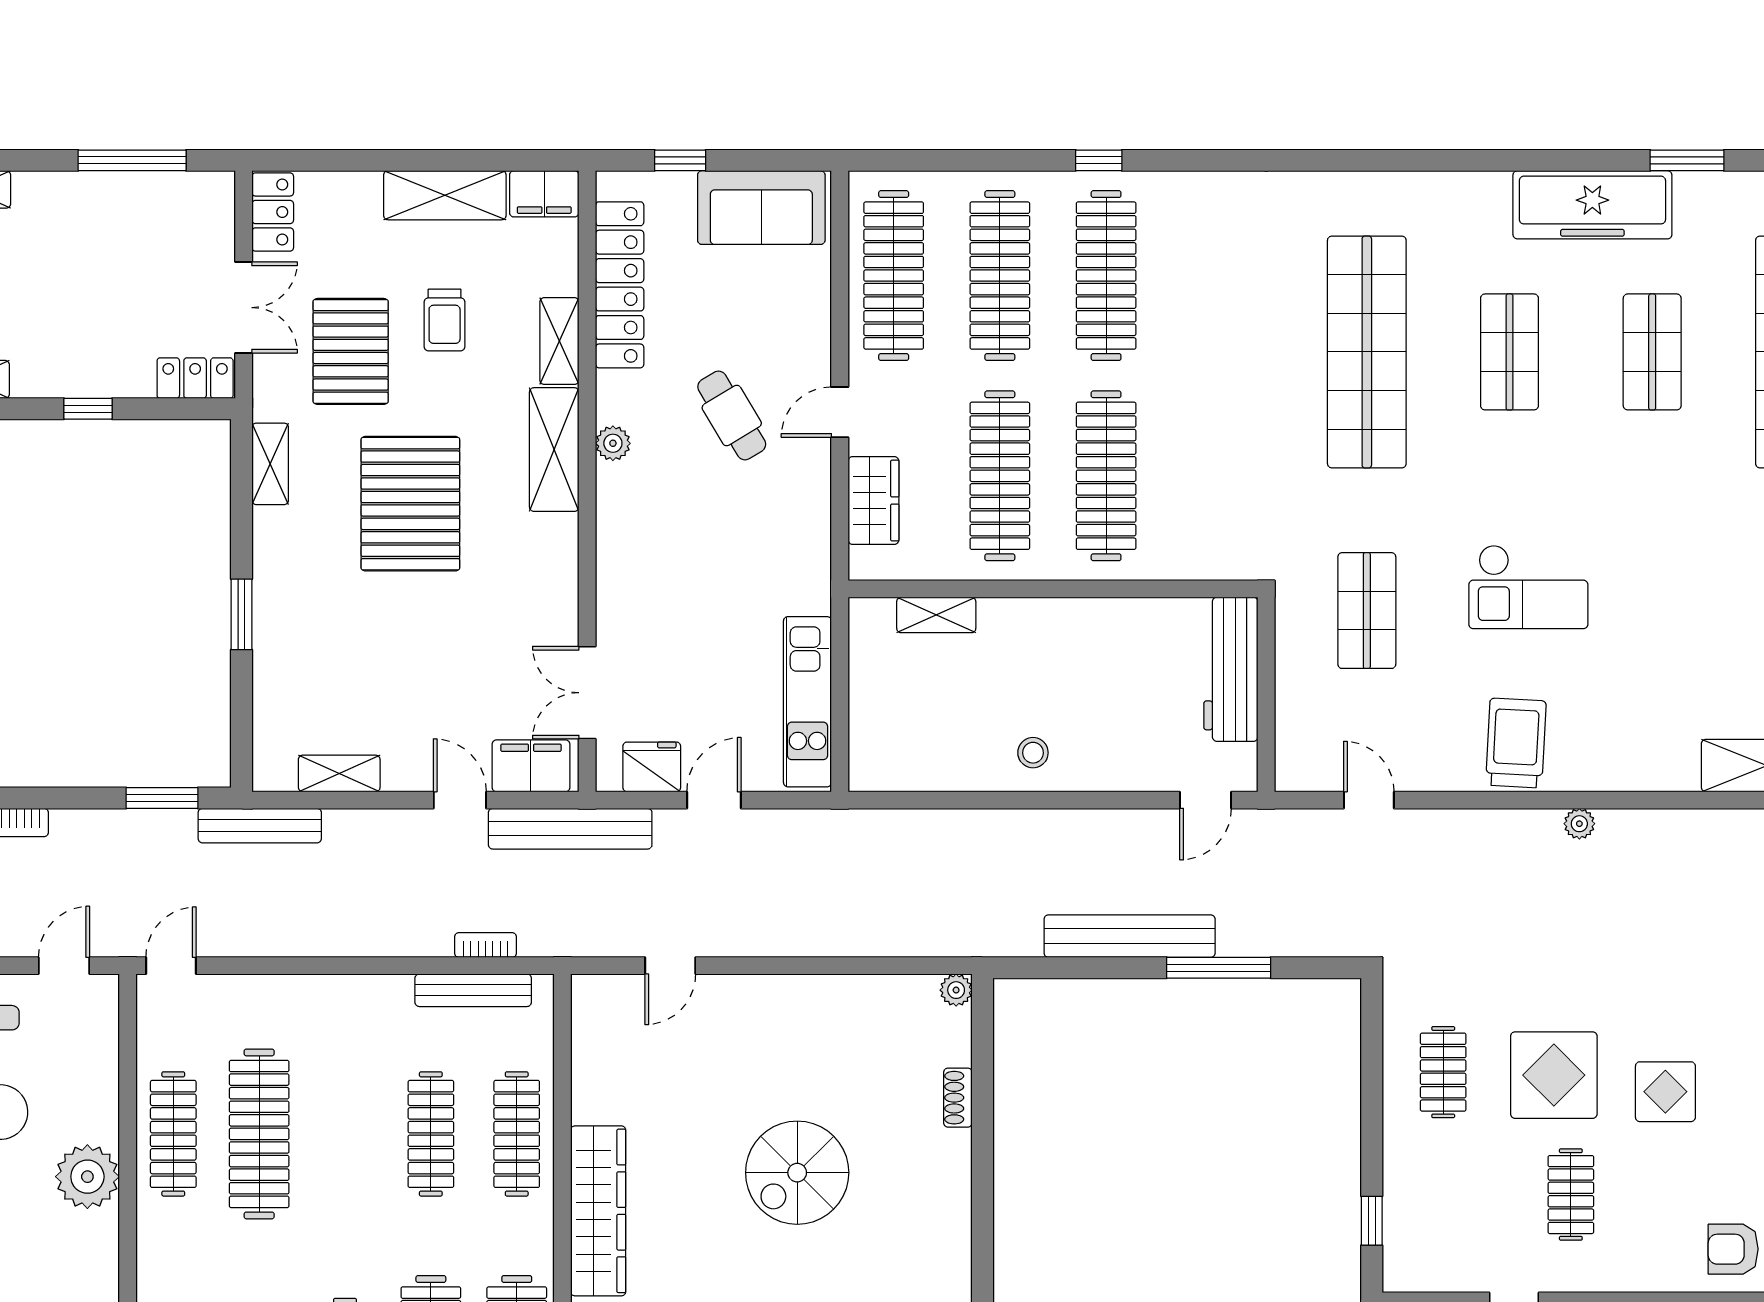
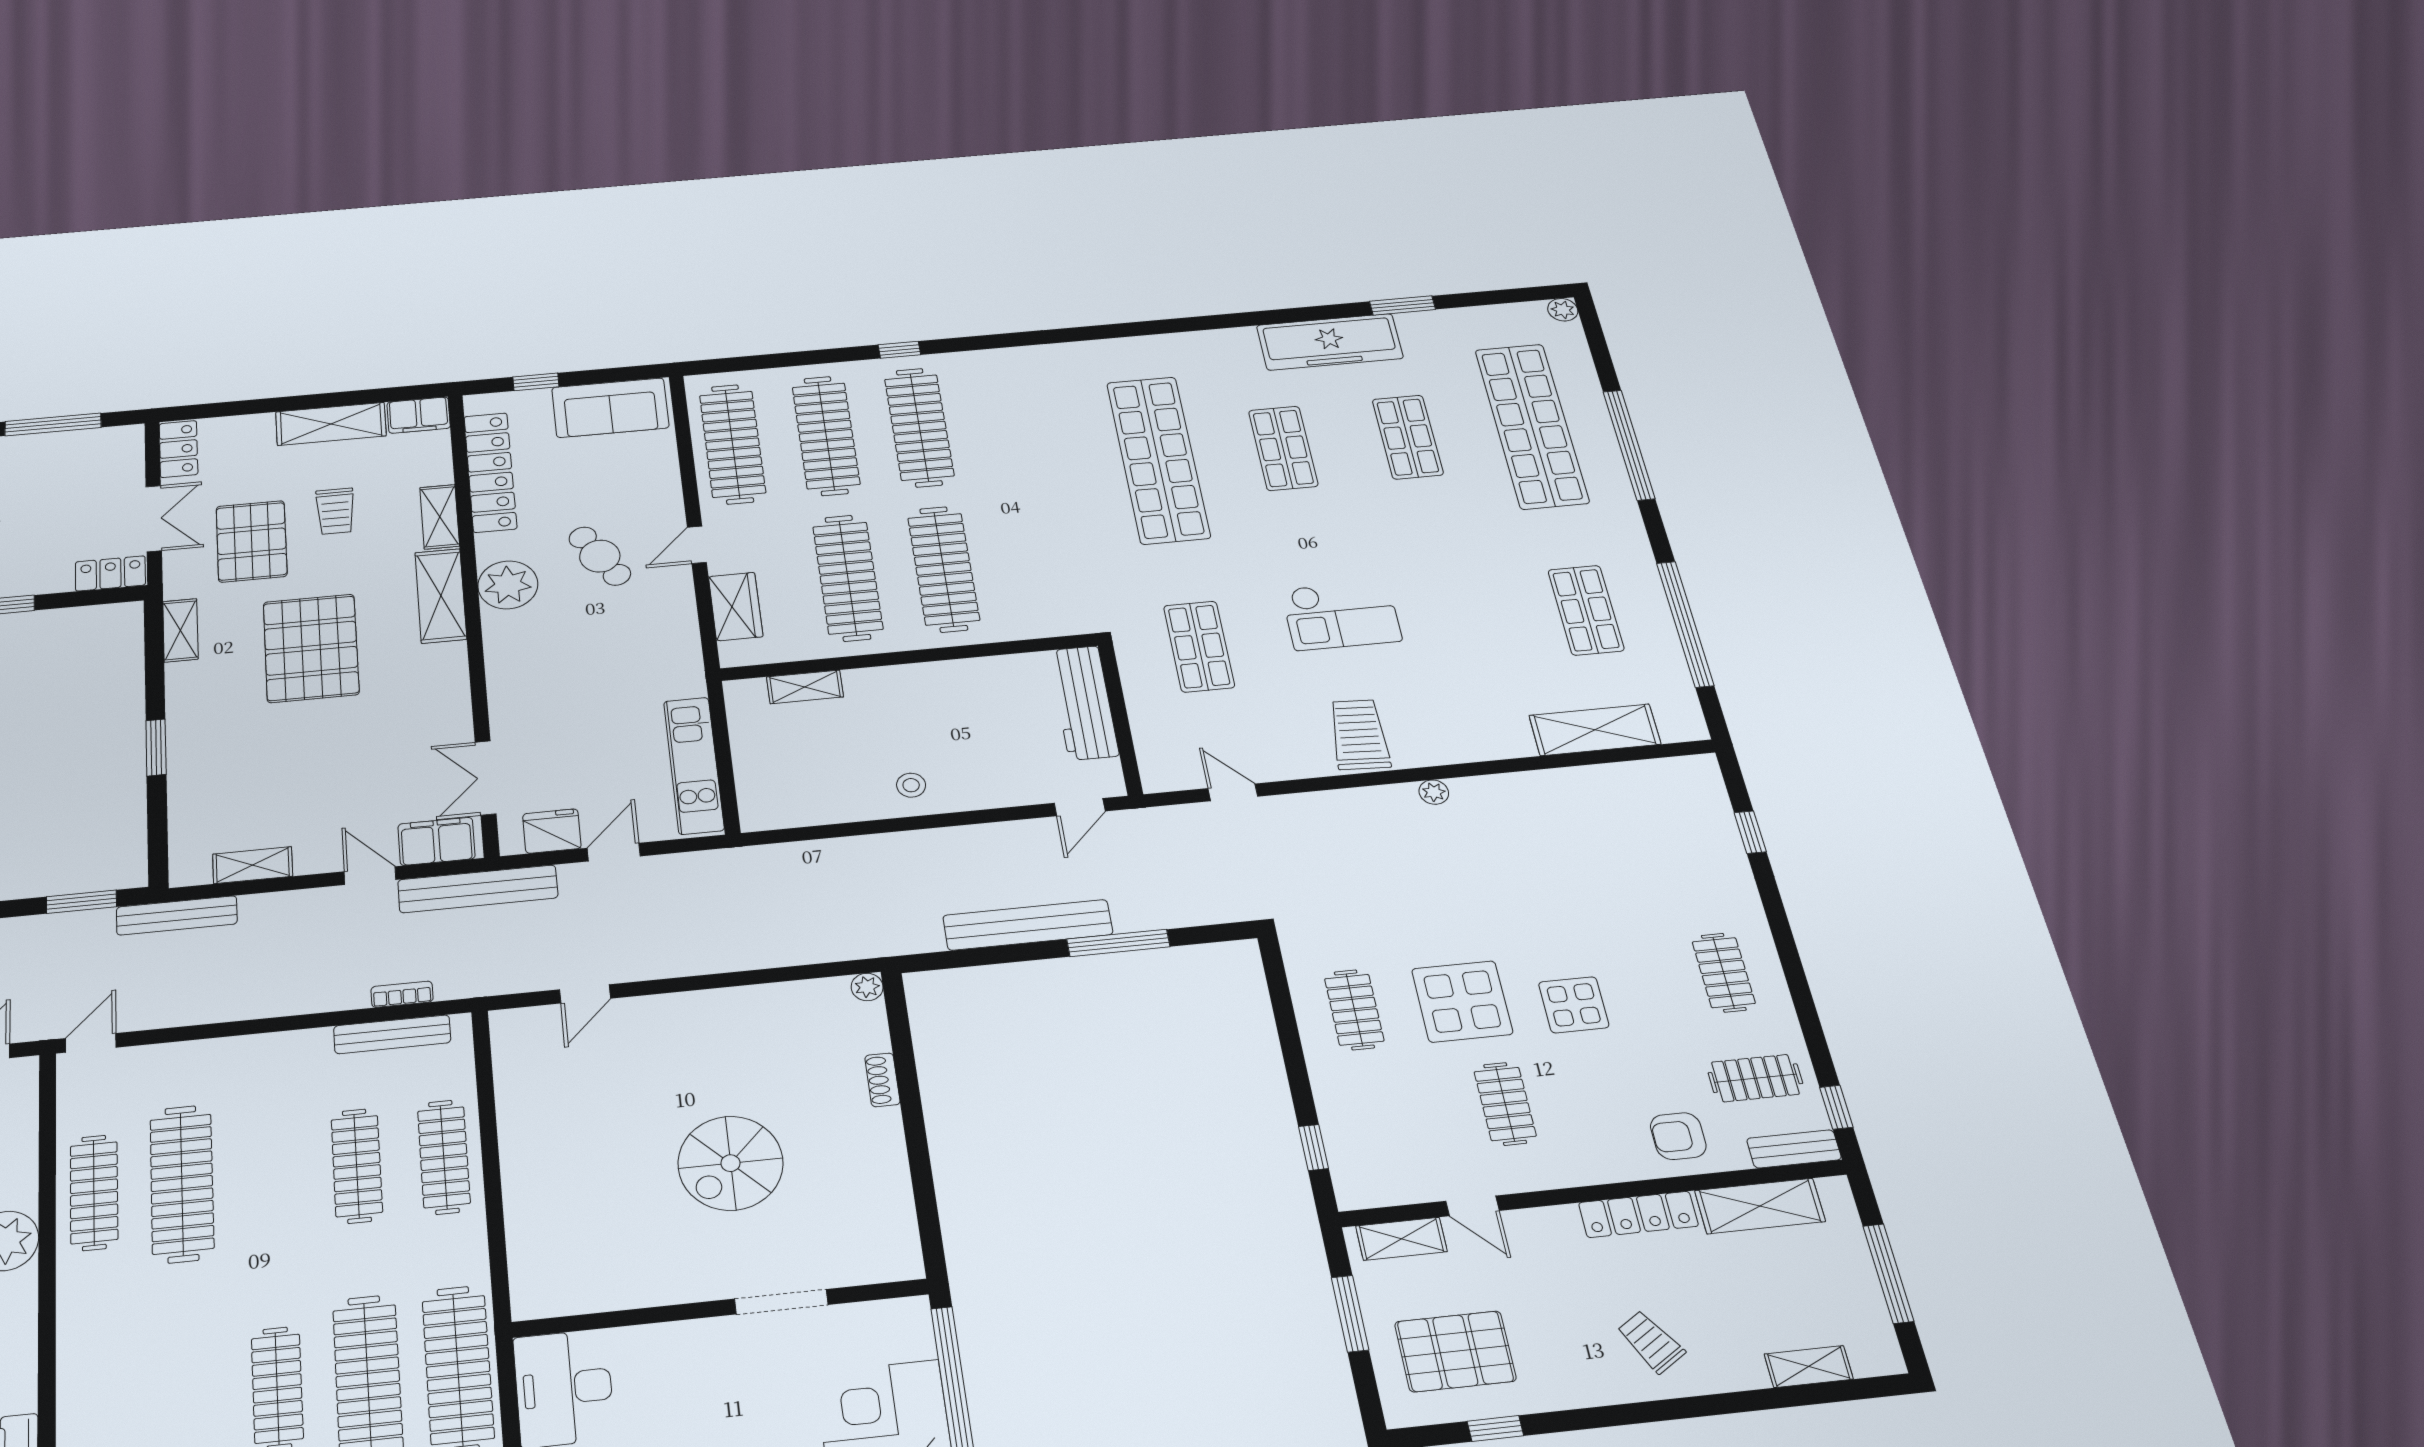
plant: (613, 443) -> (508, 585), width x1.87, depth x1.87
wardrobe: (598, 1211) -> (532, 1219), removed

